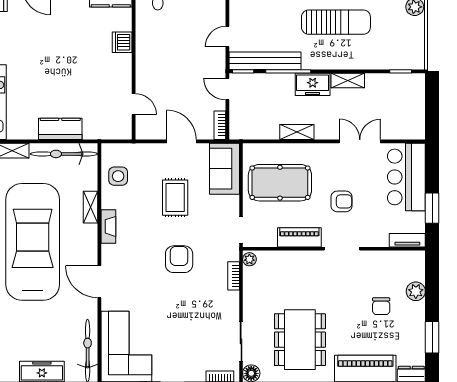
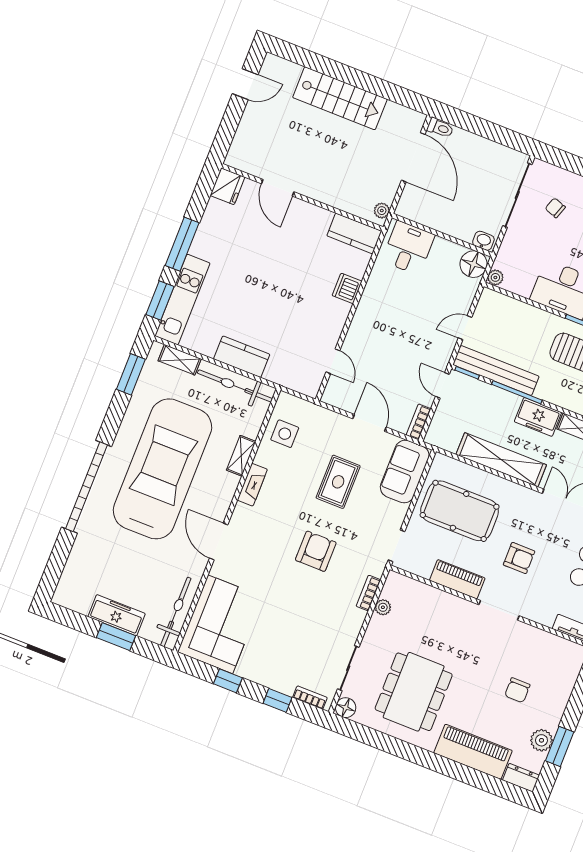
shelving: (297, 132) -> (501, 460), width x2.20, depth x1.33
plant: (249, 259) -> (383, 607), moved
plant: (416, 291) -> (541, 740), moved

